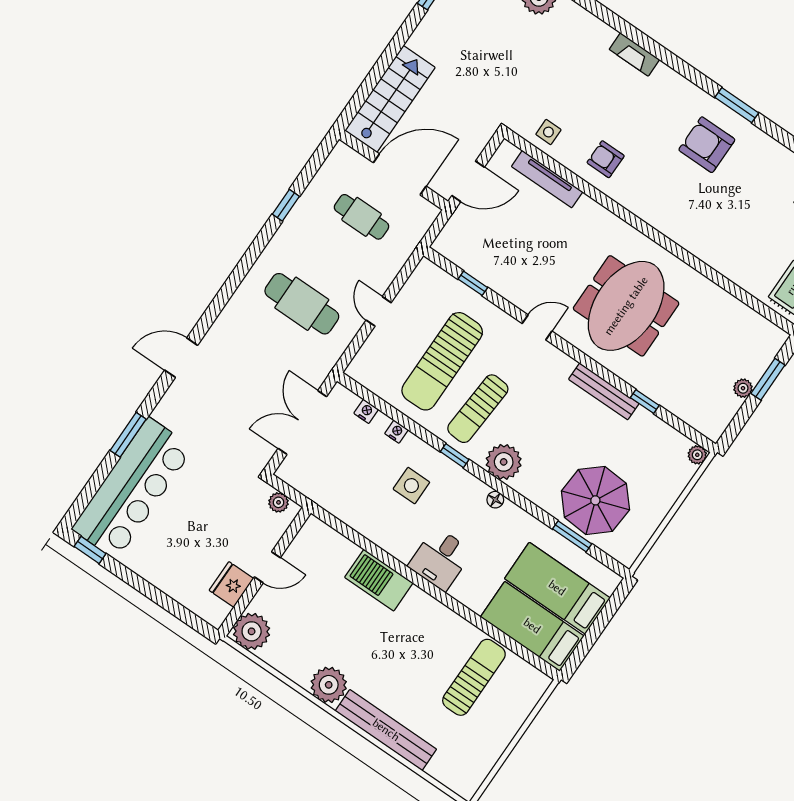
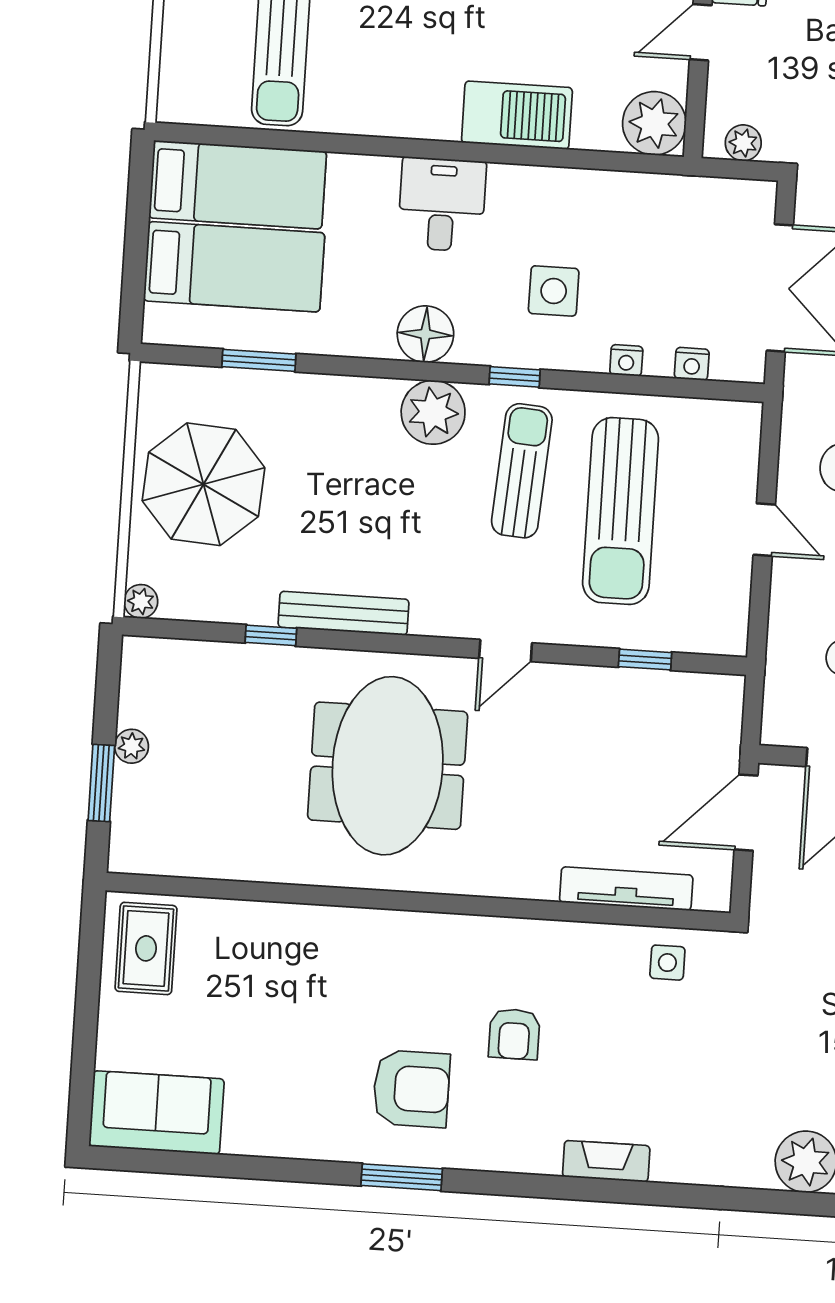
armchair: (606, 159) -> (514, 1034), moved, turned 90
sun lounger: (442, 361) -> (621, 511), turned 180
floor lamp: (495, 500) -> (425, 334), width x1.89, depth x1.89
parasol: (595, 500) -> (203, 484), moved
plant: (316, 537) -> (654, 123), added

